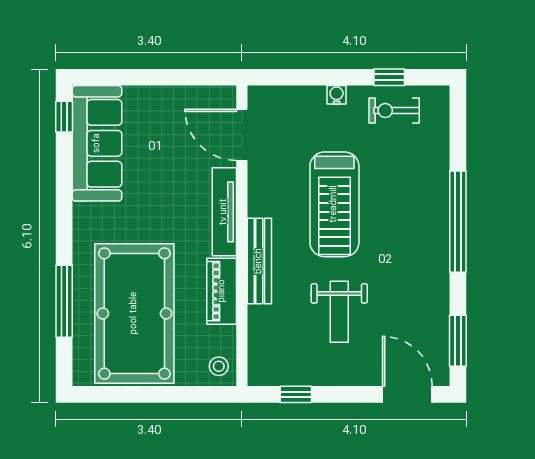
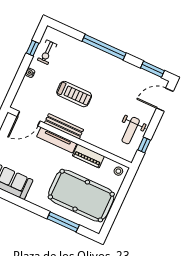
treadmill: (334, 204) -> (74, 94), width x0.73, depth x0.73
bench: (259, 261) -> (64, 126), moved
weight bench: (339, 312) -> (131, 131), moved, turned 90

